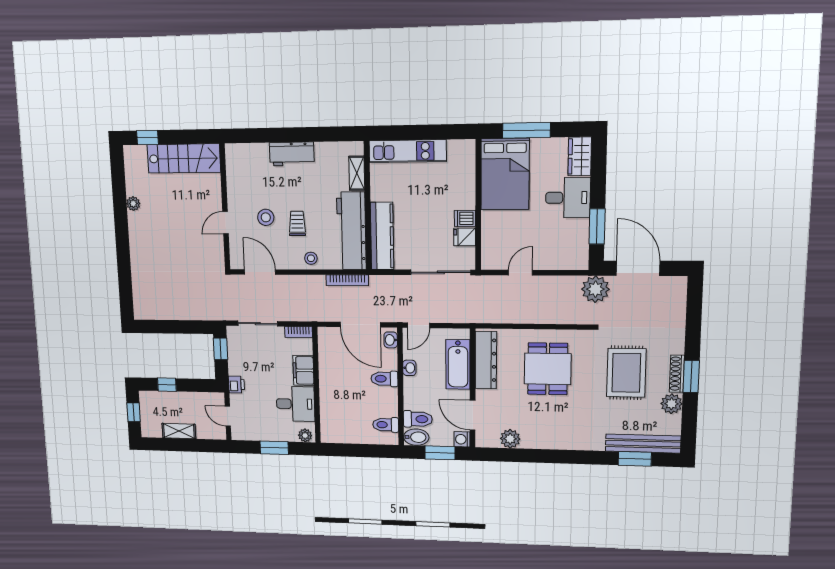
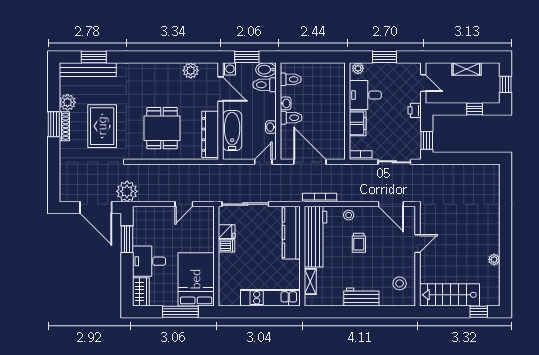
stool: (266, 217) -> (400, 283), moved
washbasin: (391, 340) -> (286, 103), moved

